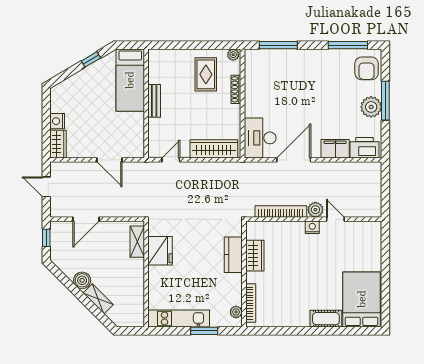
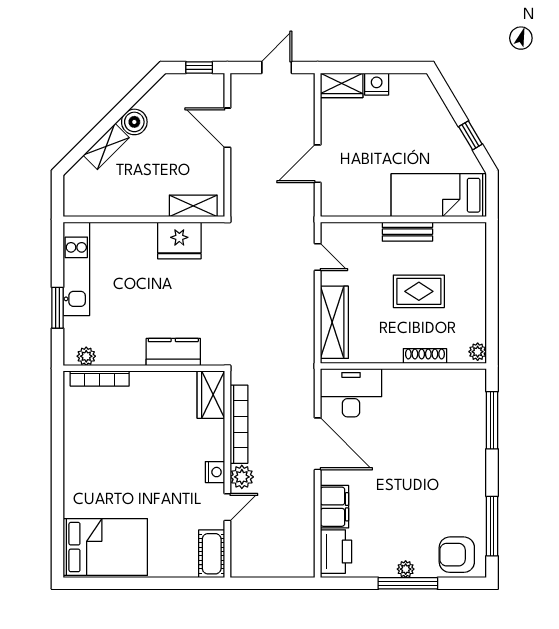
rug: (206, 74) -> (419, 291), moved
plant: (371, 107) -> (406, 569), width x0.53, depth x0.53
wardrobe: (255, 256) -> (211, 395), moved, turned 90
cot: (326, 319) -> (212, 554), moved

